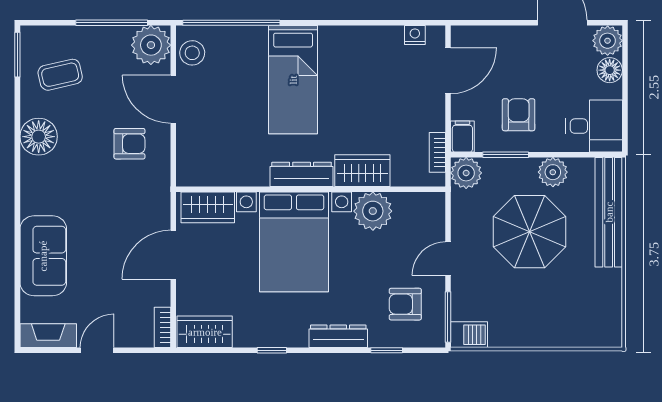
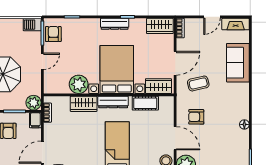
coffee table: (60, 75) -> (198, 83), moved
floor lamp: (39, 137) -> (244, 124), width x0.53, depth x0.53
cot: (235, 172) -> (145, 103), added
armchair: (405, 304) -> (53, 34), moved, turned -90
dresser: (338, 336) -> (115, 24), moved

